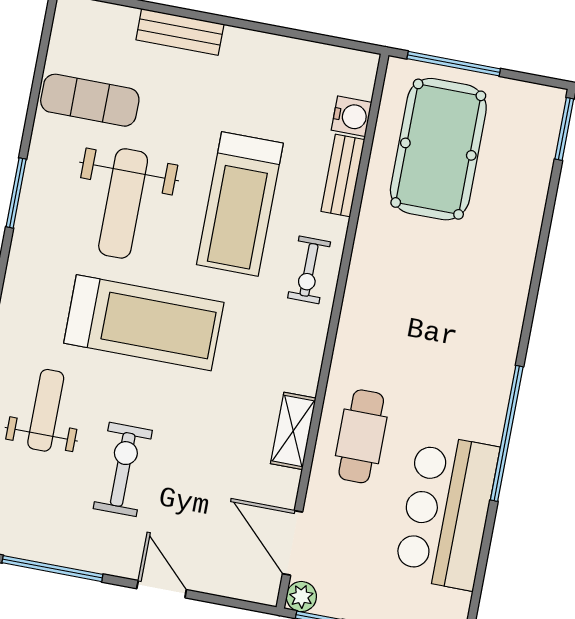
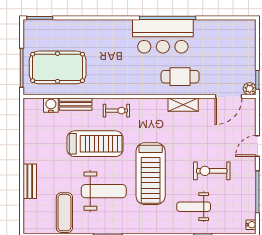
treadmill: (144, 323) -> (151, 174), turned 180
bar counter: (447, 512) -> (163, 36), moved

